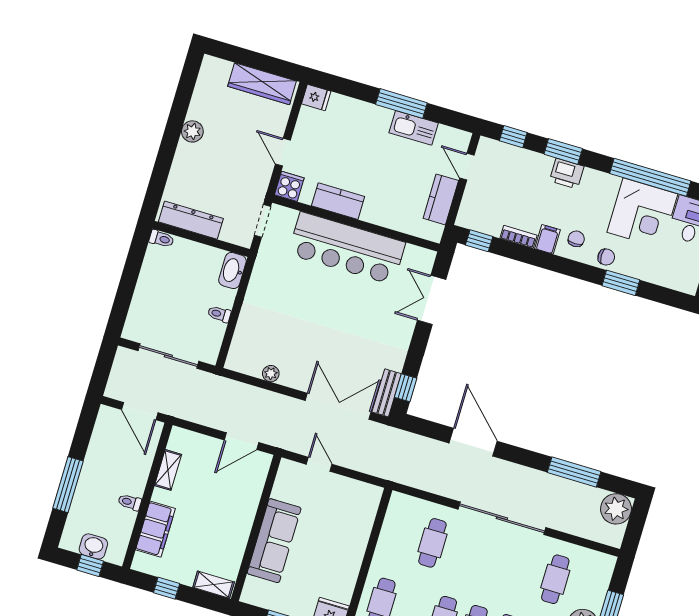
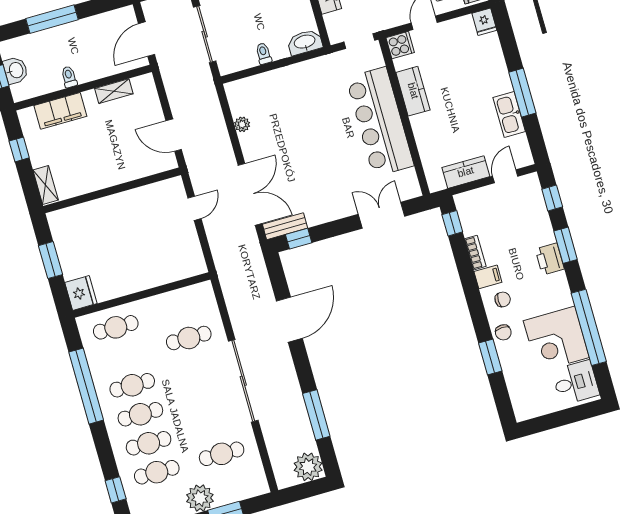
sofa: (274, 541) -> (111, 211), removed

